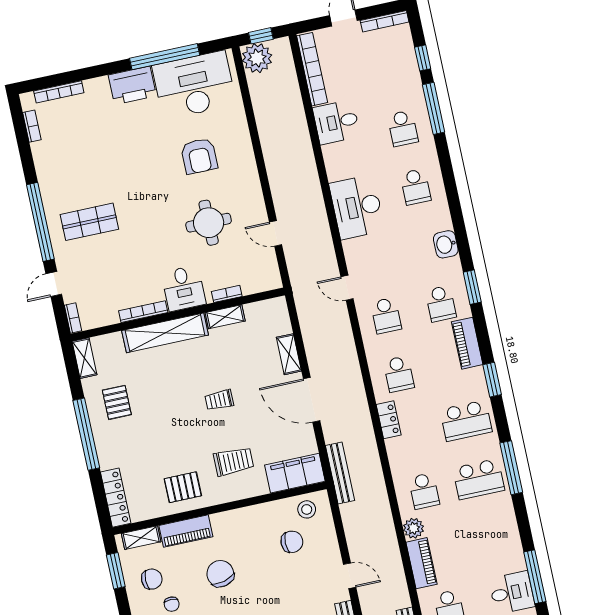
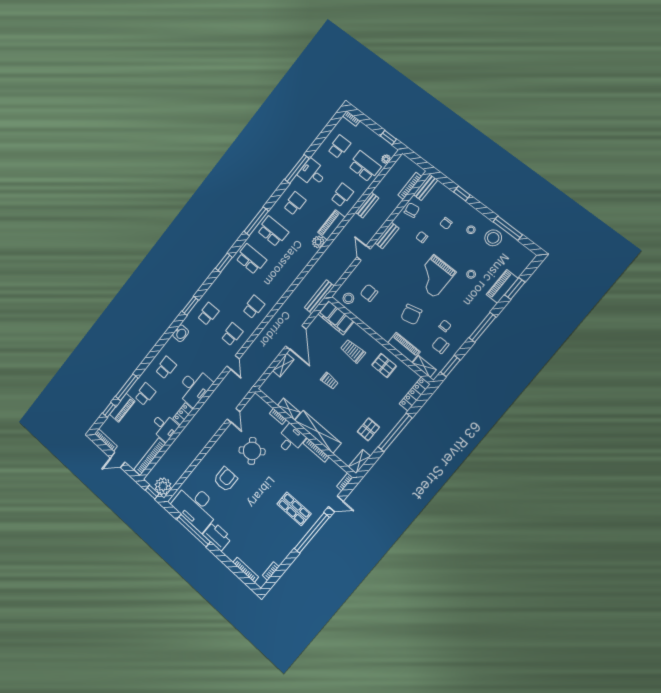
round table: (209, 223) -> (252, 451), turned -36
piano: (467, 343) -> (122, 408), moved
locker: (389, 420) -> (183, 414), moved
school desk: (424, 491) -> (295, 203), moved

